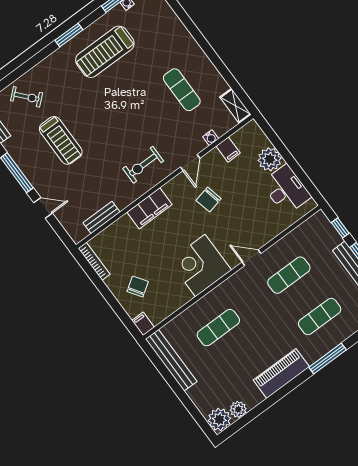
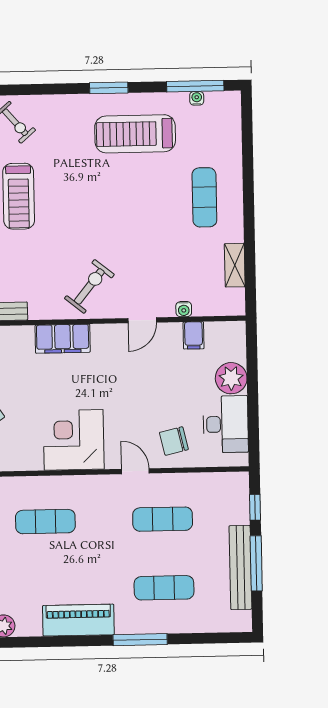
exercise mat: (182, 90) -> (204, 197), moved
shelving: (235, 106) -> (235, 265), moved
exercise bike: (143, 165) -> (89, 286), turned 129
chair: (209, 200) -> (174, 441), moved

